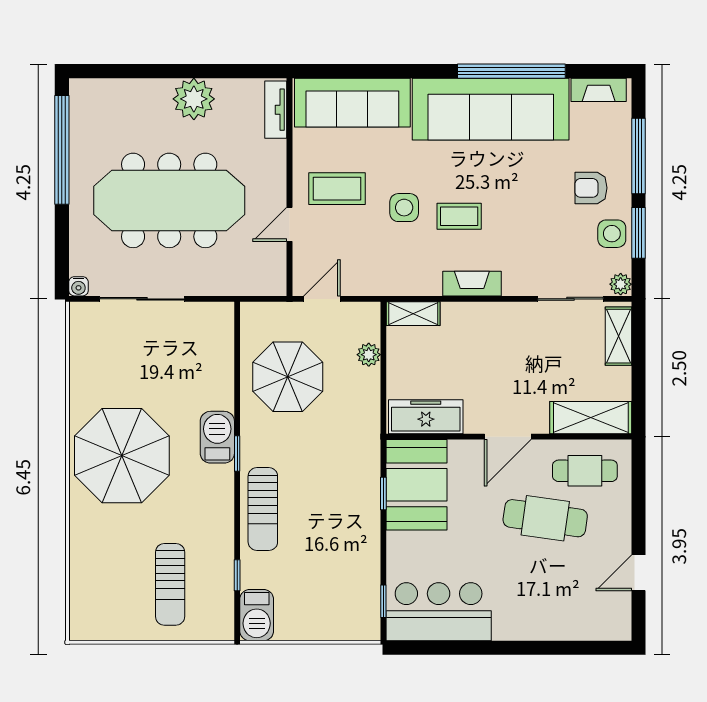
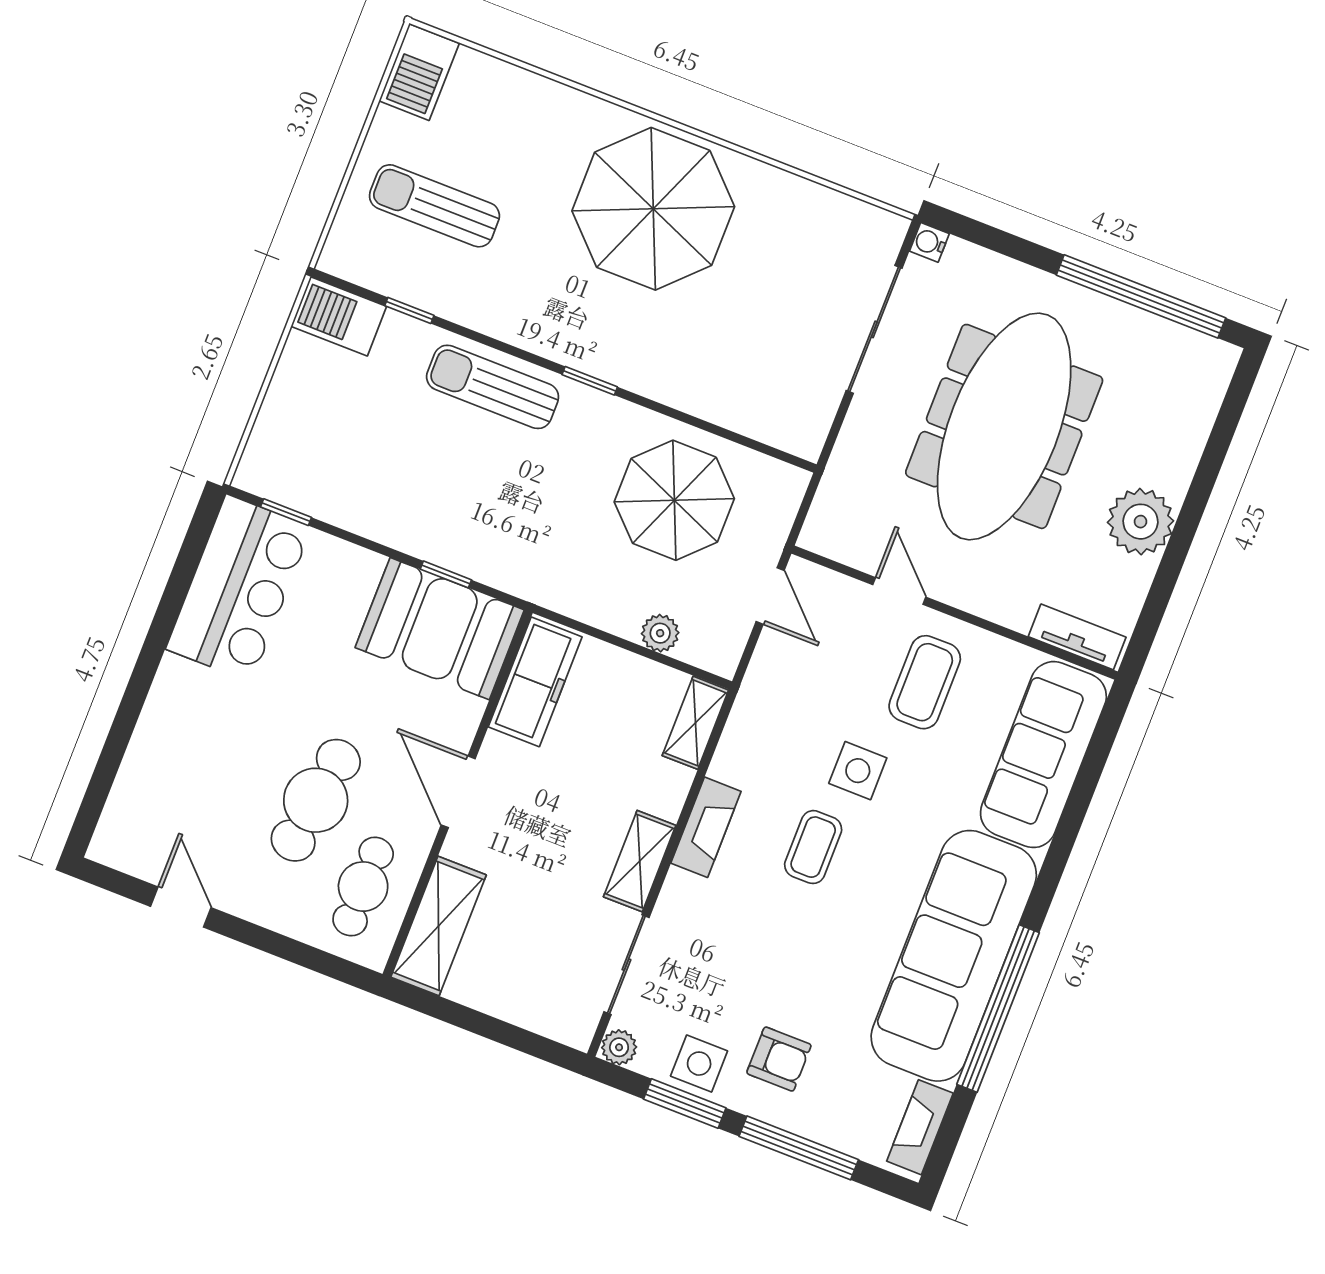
armchair: (591, 188) -> (779, 1059), turned 90
shelving: (618, 336) -> (640, 861), moved, turned 90
barbecue: (217, 437) -> (419, 72), moved, turned 90

